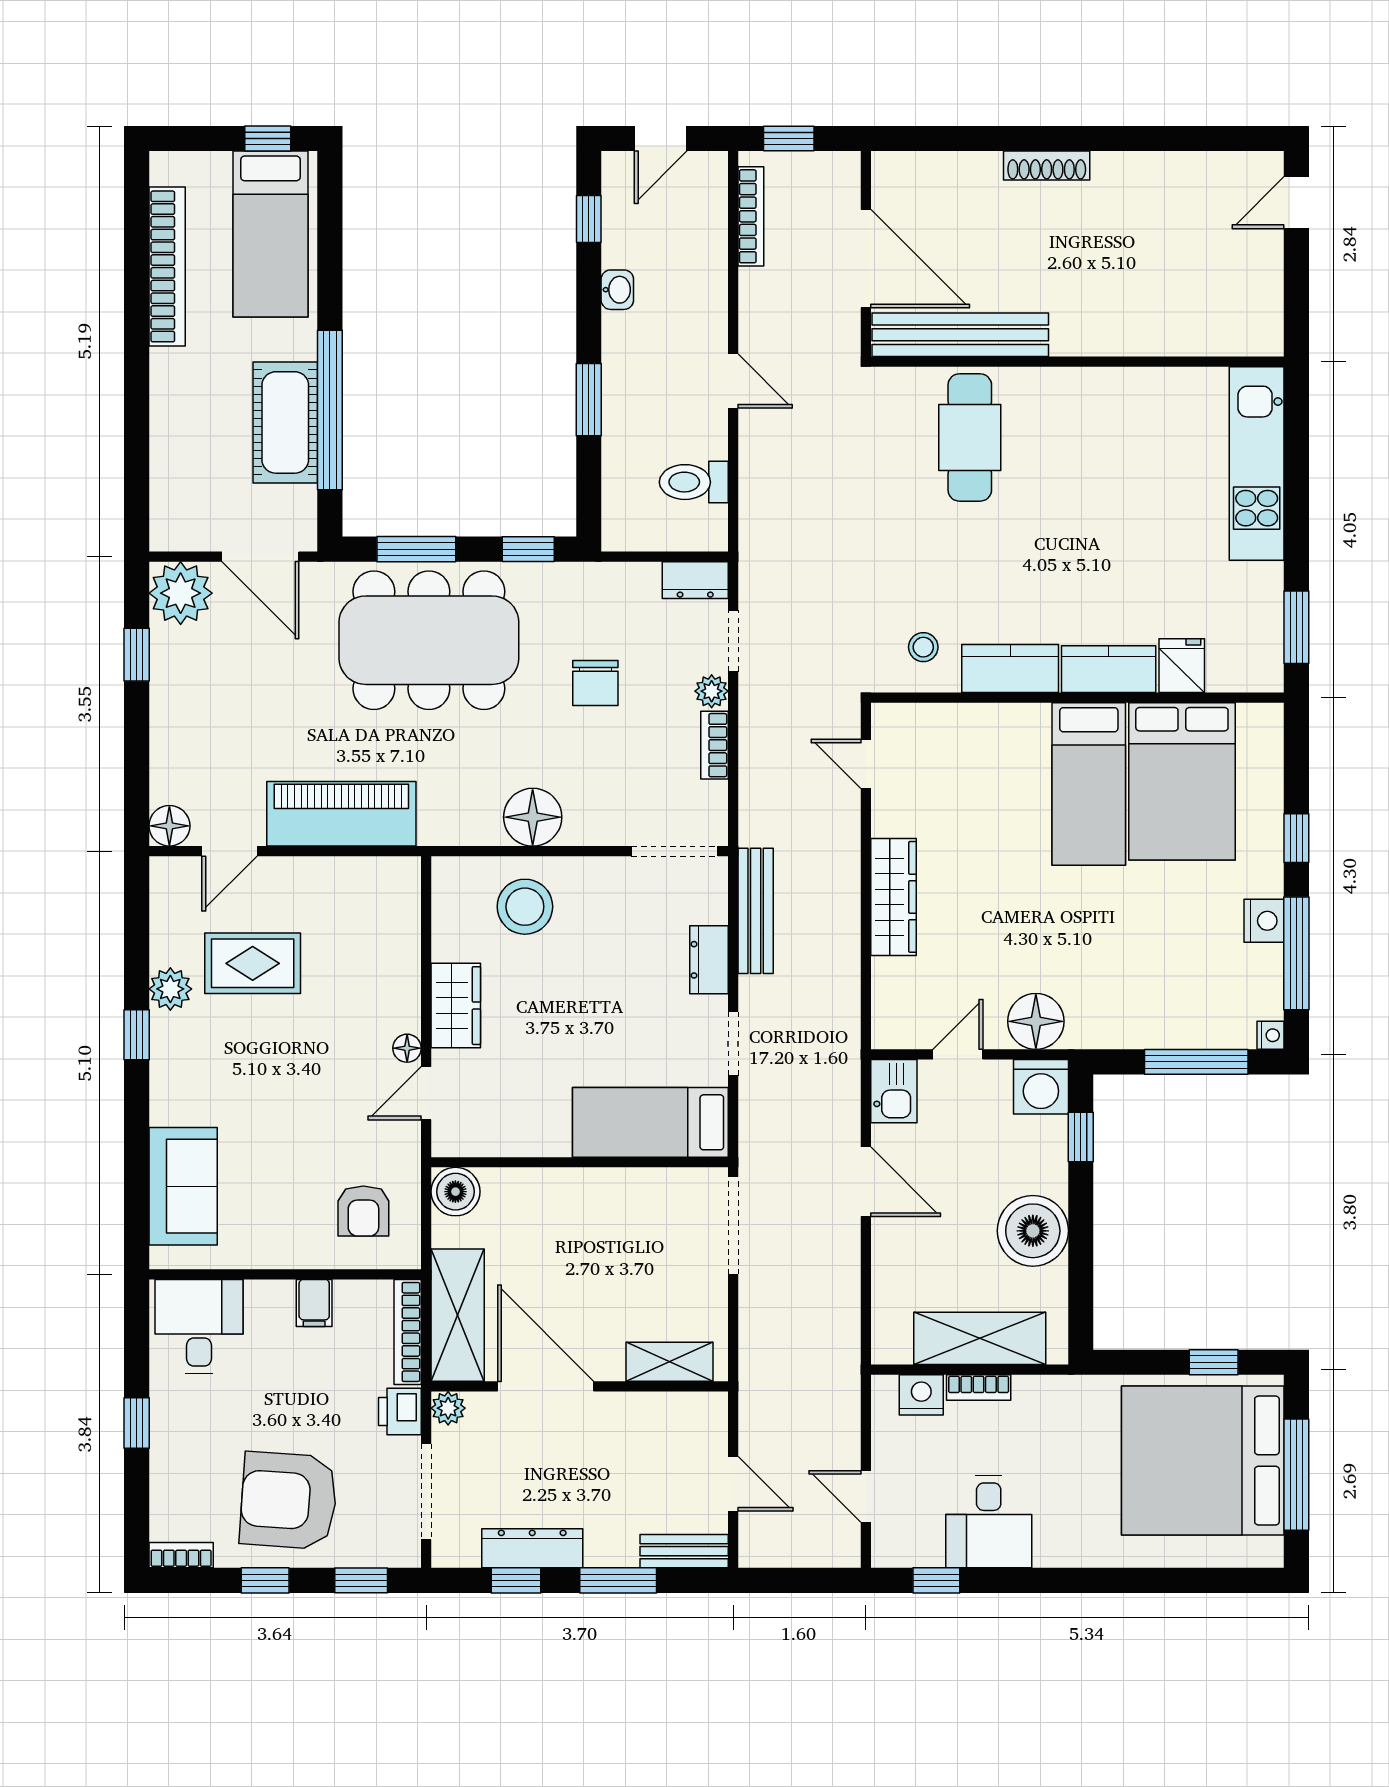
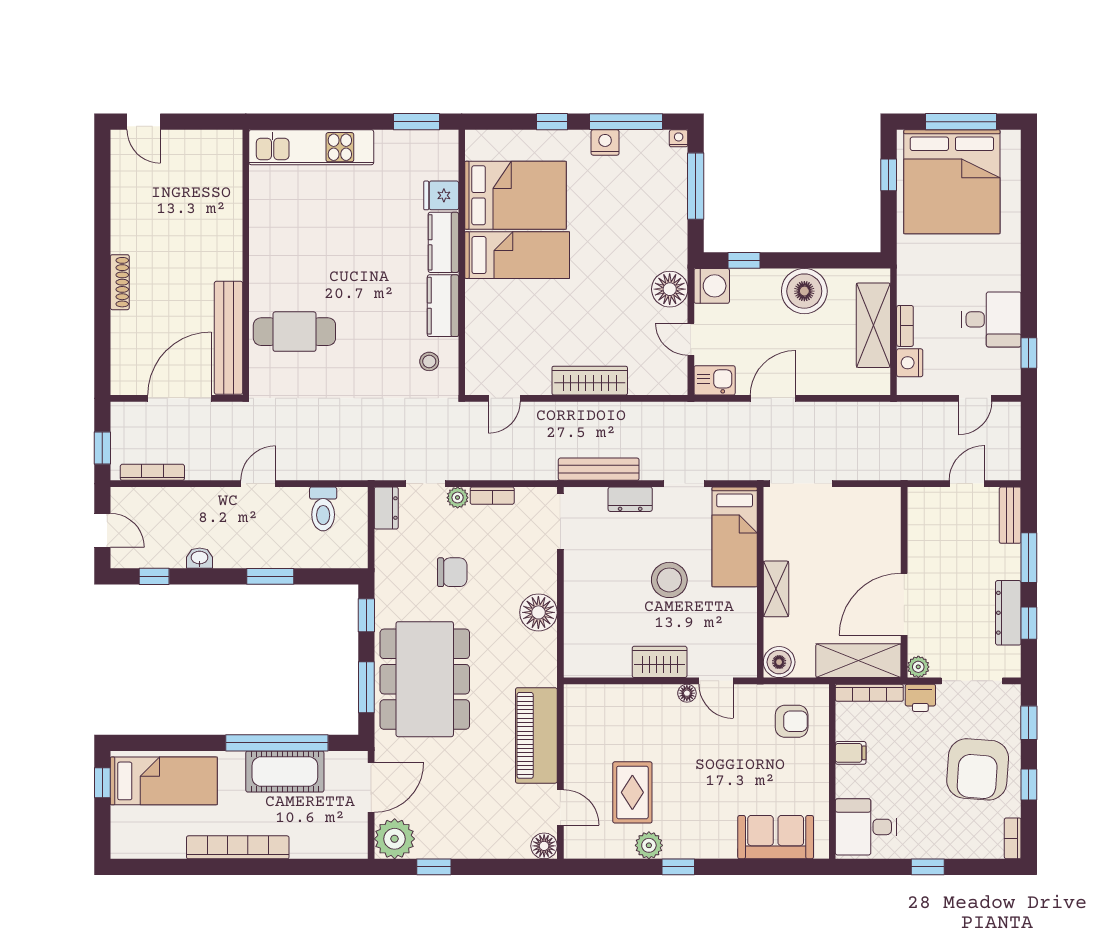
bookcase: (167, 266) -> (238, 847), moved
stool: (525, 907) -> (669, 580), moved
shelving: (670, 1362) -> (776, 589), moved

